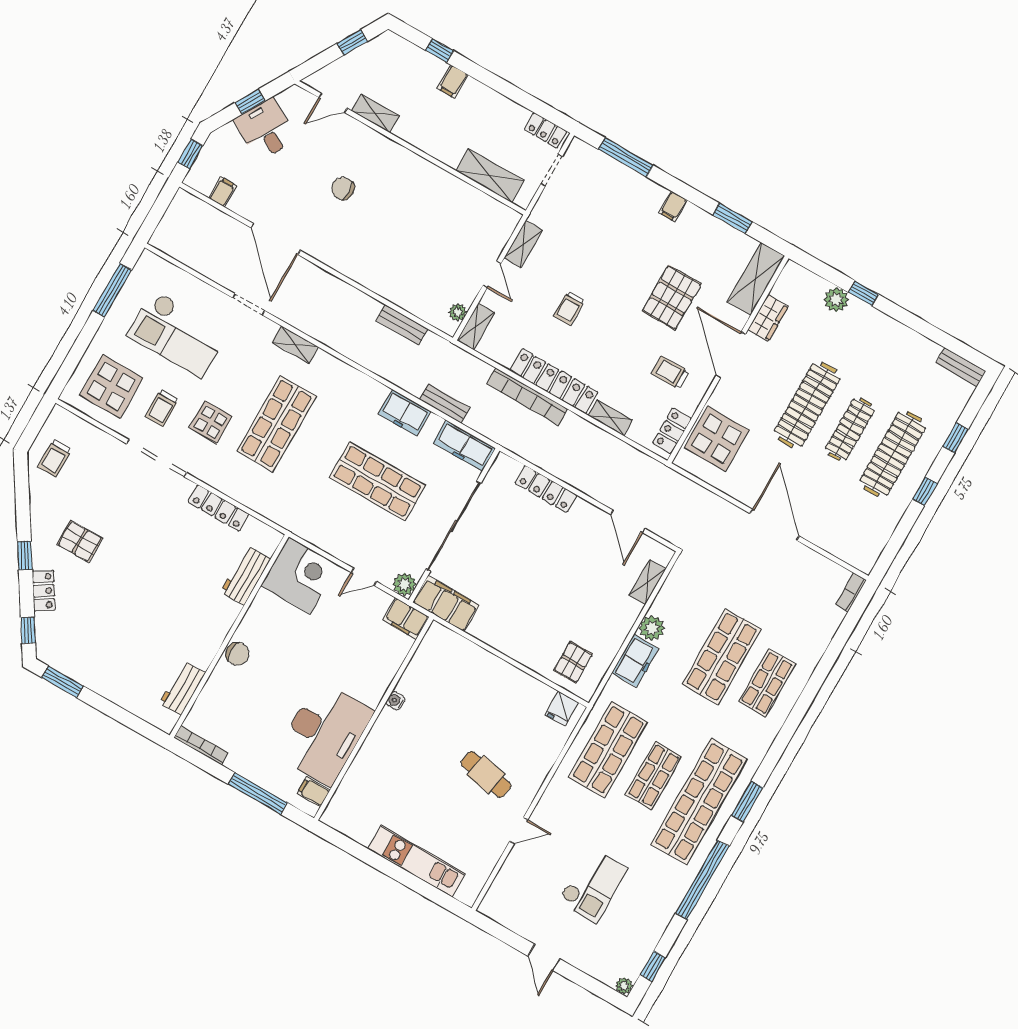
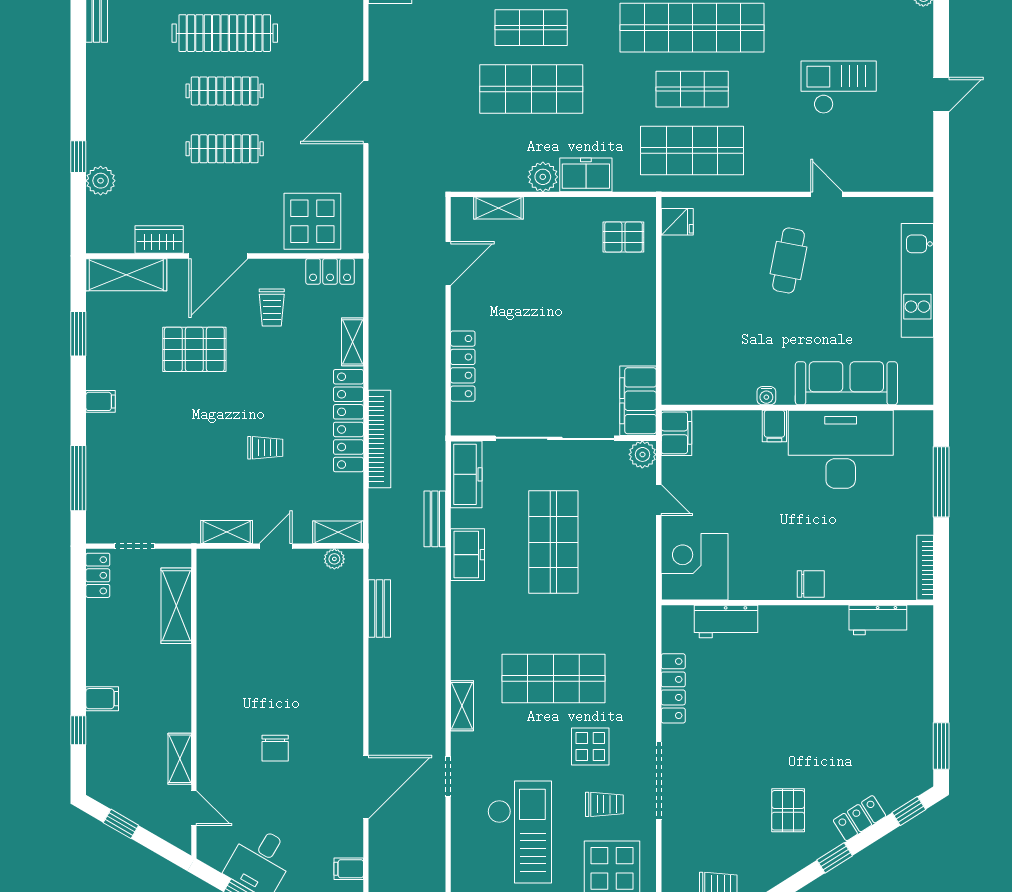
clothes rail: (807, 405) -> (225, 149), width x0.73, depth x0.76
chair: (237, 654) -> (811, 584), turned 90
sofa: (371, 765) -> (846, 383), added
filing cabinet: (314, 792) -> (774, 426), moved

